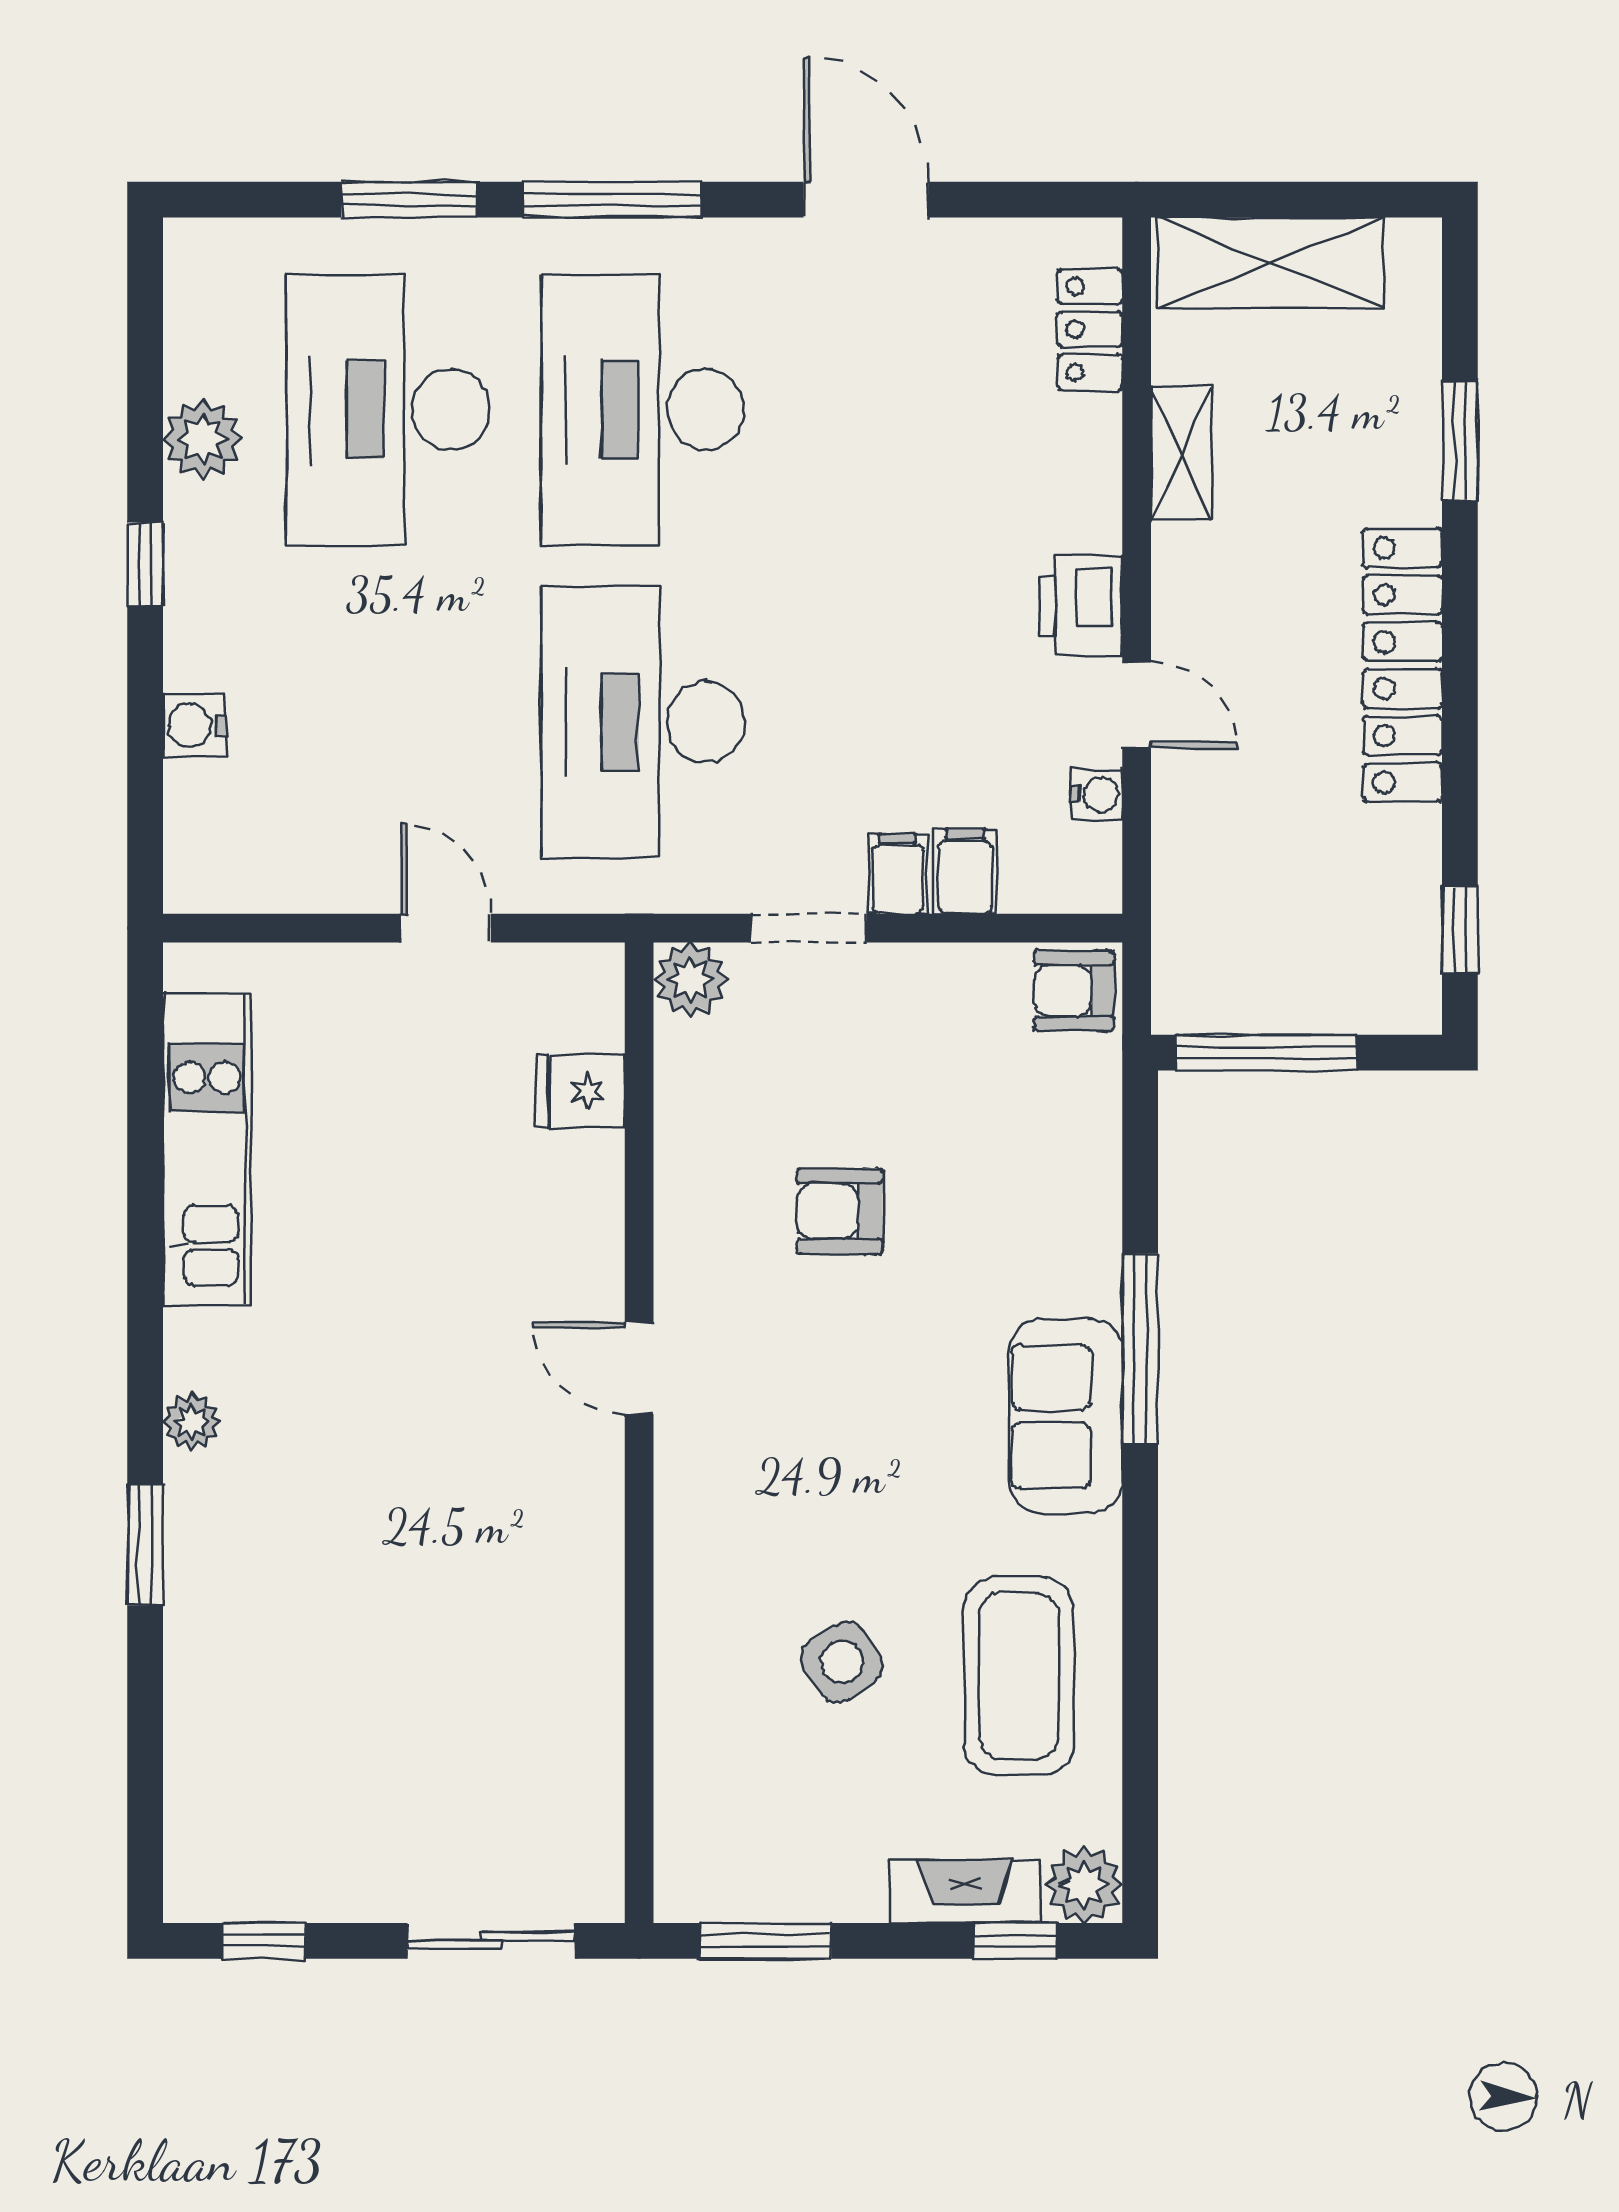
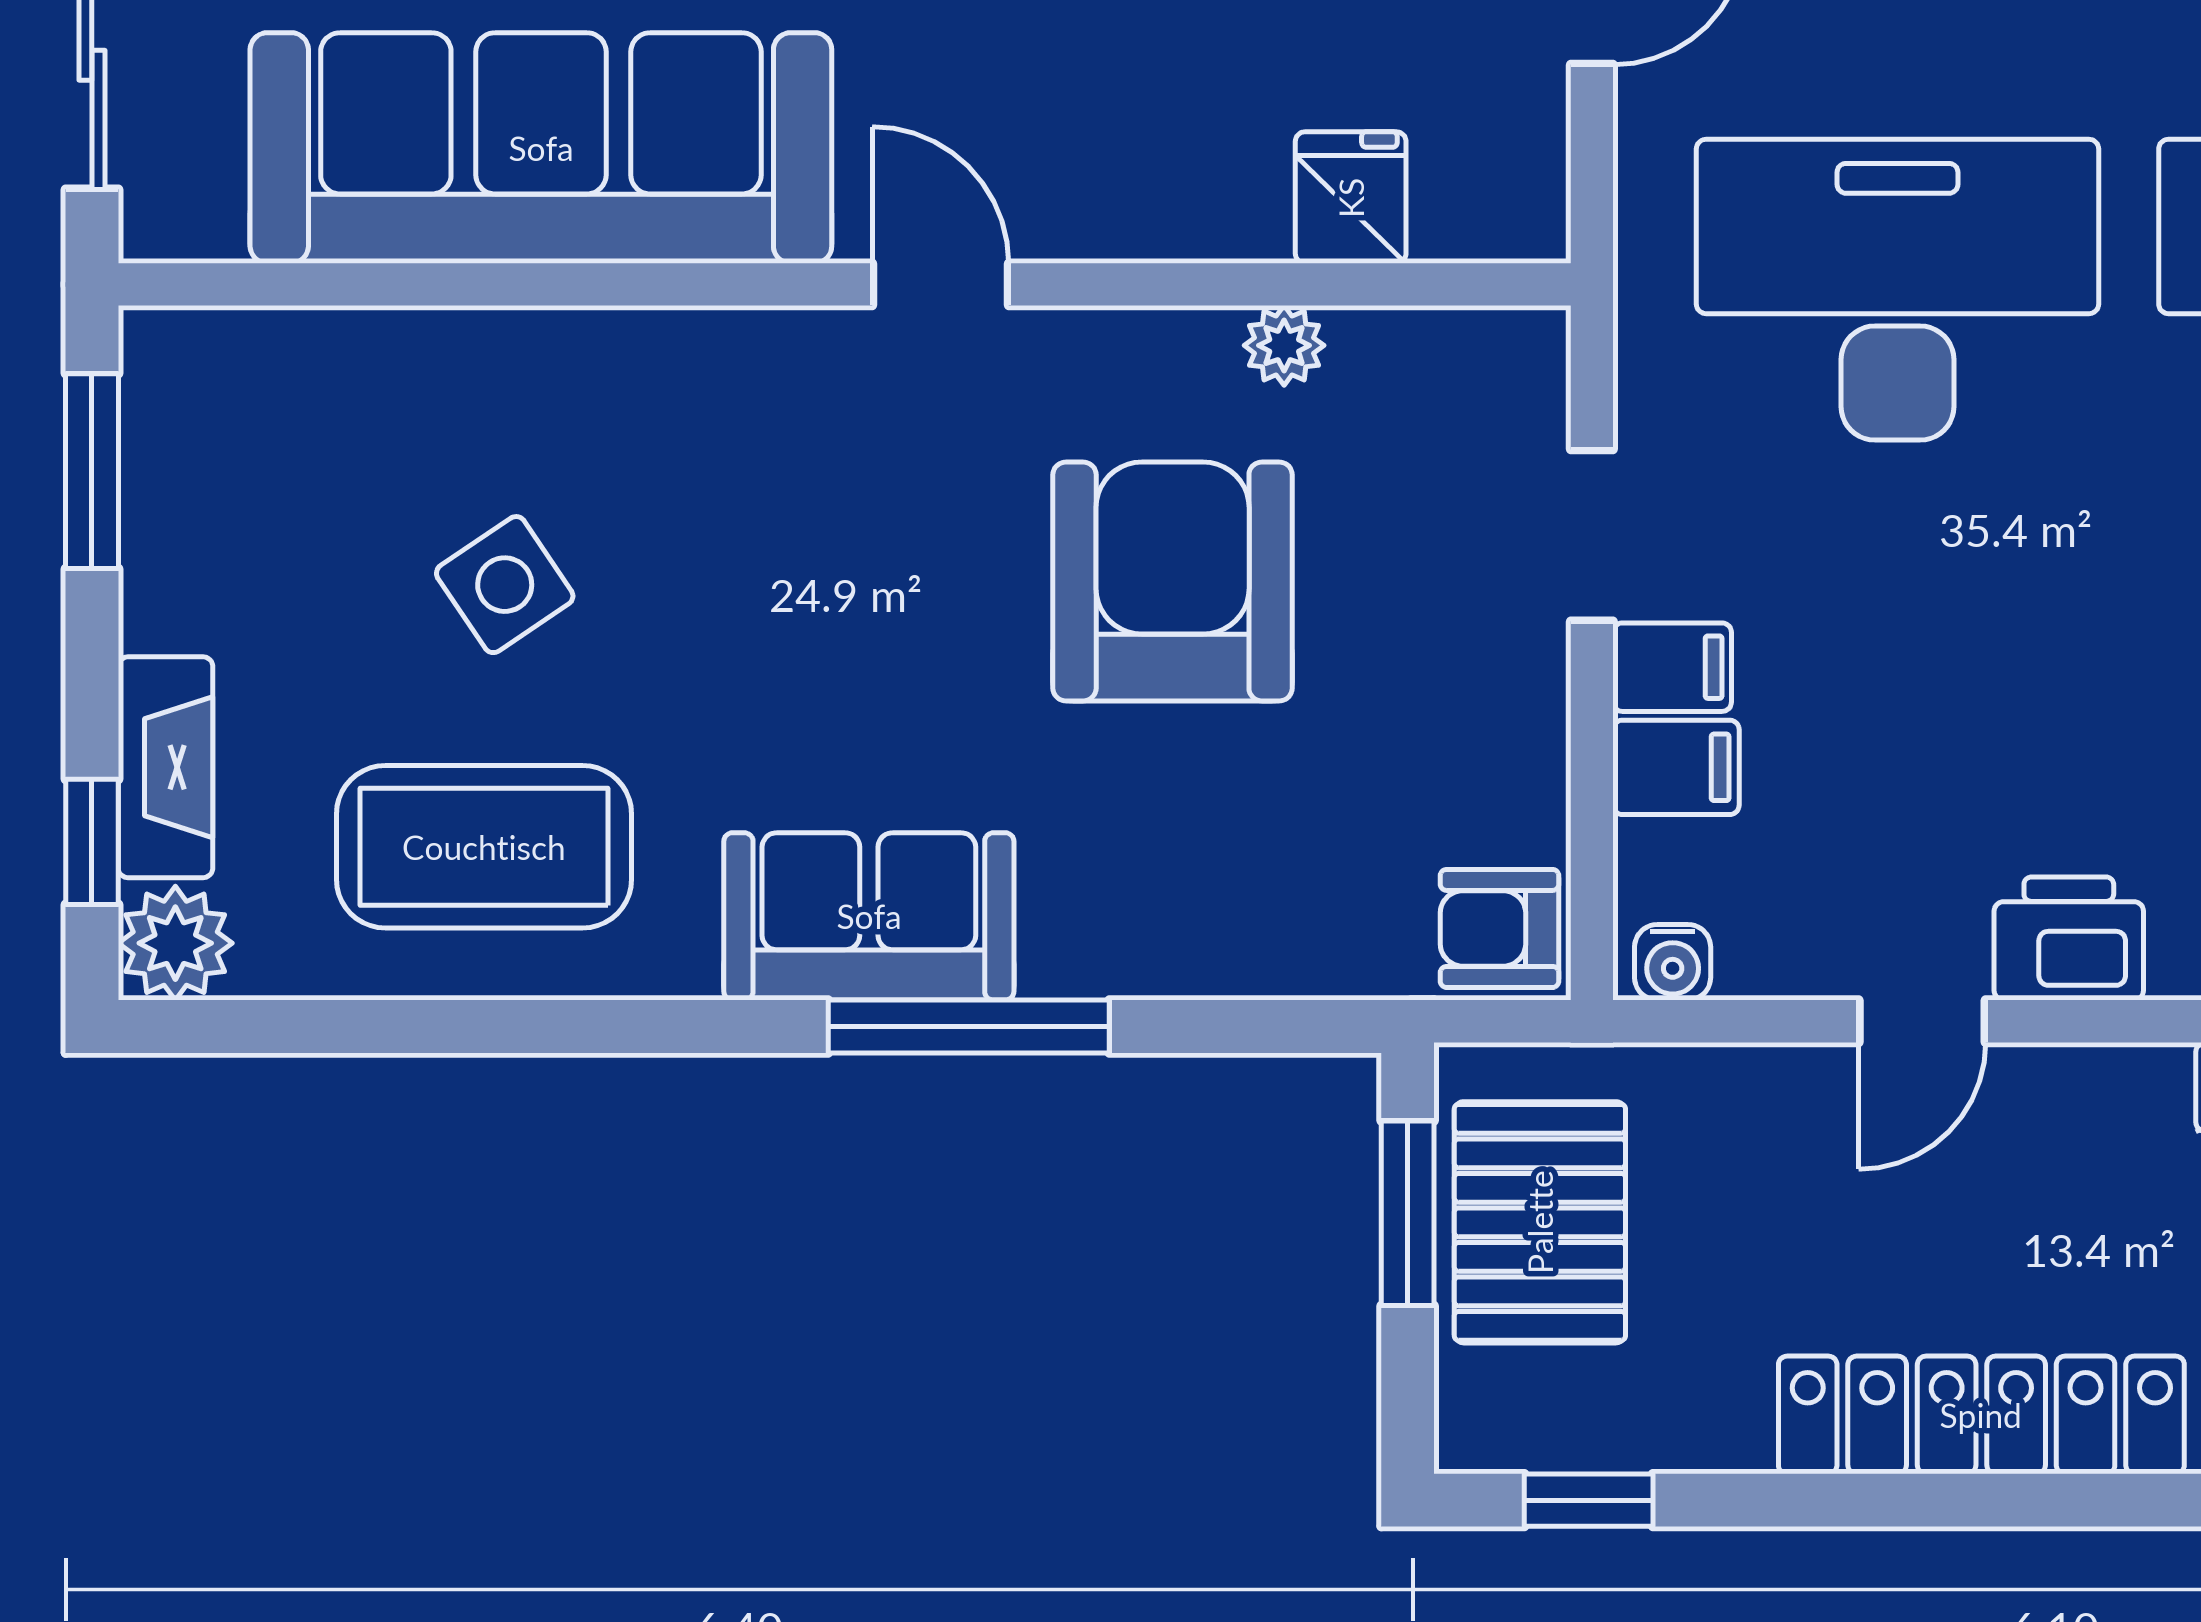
water cooler: (1097, 794) -> (1673, 962), moved
pallet: (1272, 963) -> (1540, 1222), added
plant: (690, 979) -> (1284, 345), moved, width x0.73, depth x0.73
armchair: (1074, 991) -> (1500, 928), turned -90
window: (1266, 1053) -> (1408, 1213), width x0.69
armchair: (840, 1211) -> (1173, 581), width x1.88, depth x1.88
door: (639, 1368) -> (940, 284), hinge flipped
sofa: (547, 1638) -> (541, 148), added

